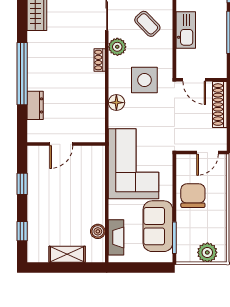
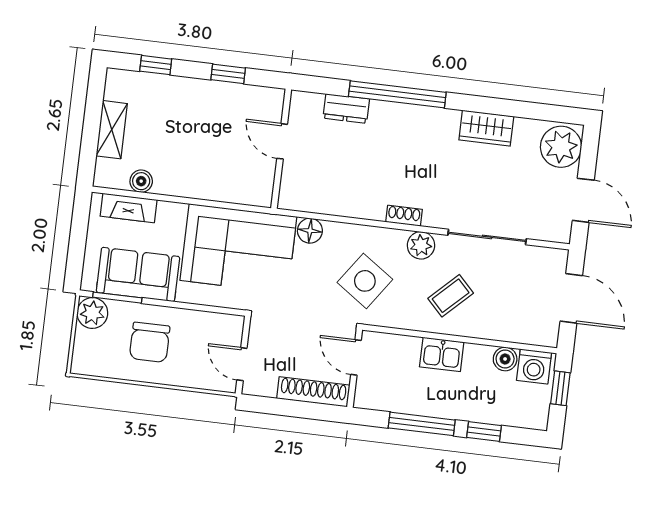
kitchen sink: (186, 30) -> (442, 354), width x0.73
side table: (144, 80) -> (365, 281), turned 35
door: (194, 80) -> (356, 357), hinge flipped
floor lamp: (116, 103) -> (310, 231), moved
chair: (193, 196) -> (150, 342), moved, turned 90
plant: (207, 252) -> (92, 313), moved

